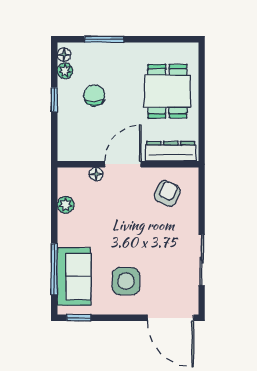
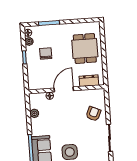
dresser: (171, 151) -> (89, 81), width x0.70
armchair: (167, 193) -> (93, 114), moved

